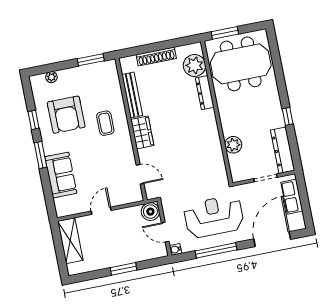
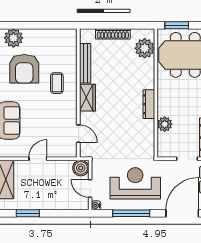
window: (91, 60) -> (55, 25), removed
plant: (51, 77) -> (13, 38), width x1.88, depth x1.88
dresser: (205, 93) -> (149, 104), moved
window: (123, 269) -> (28, 213), moved

